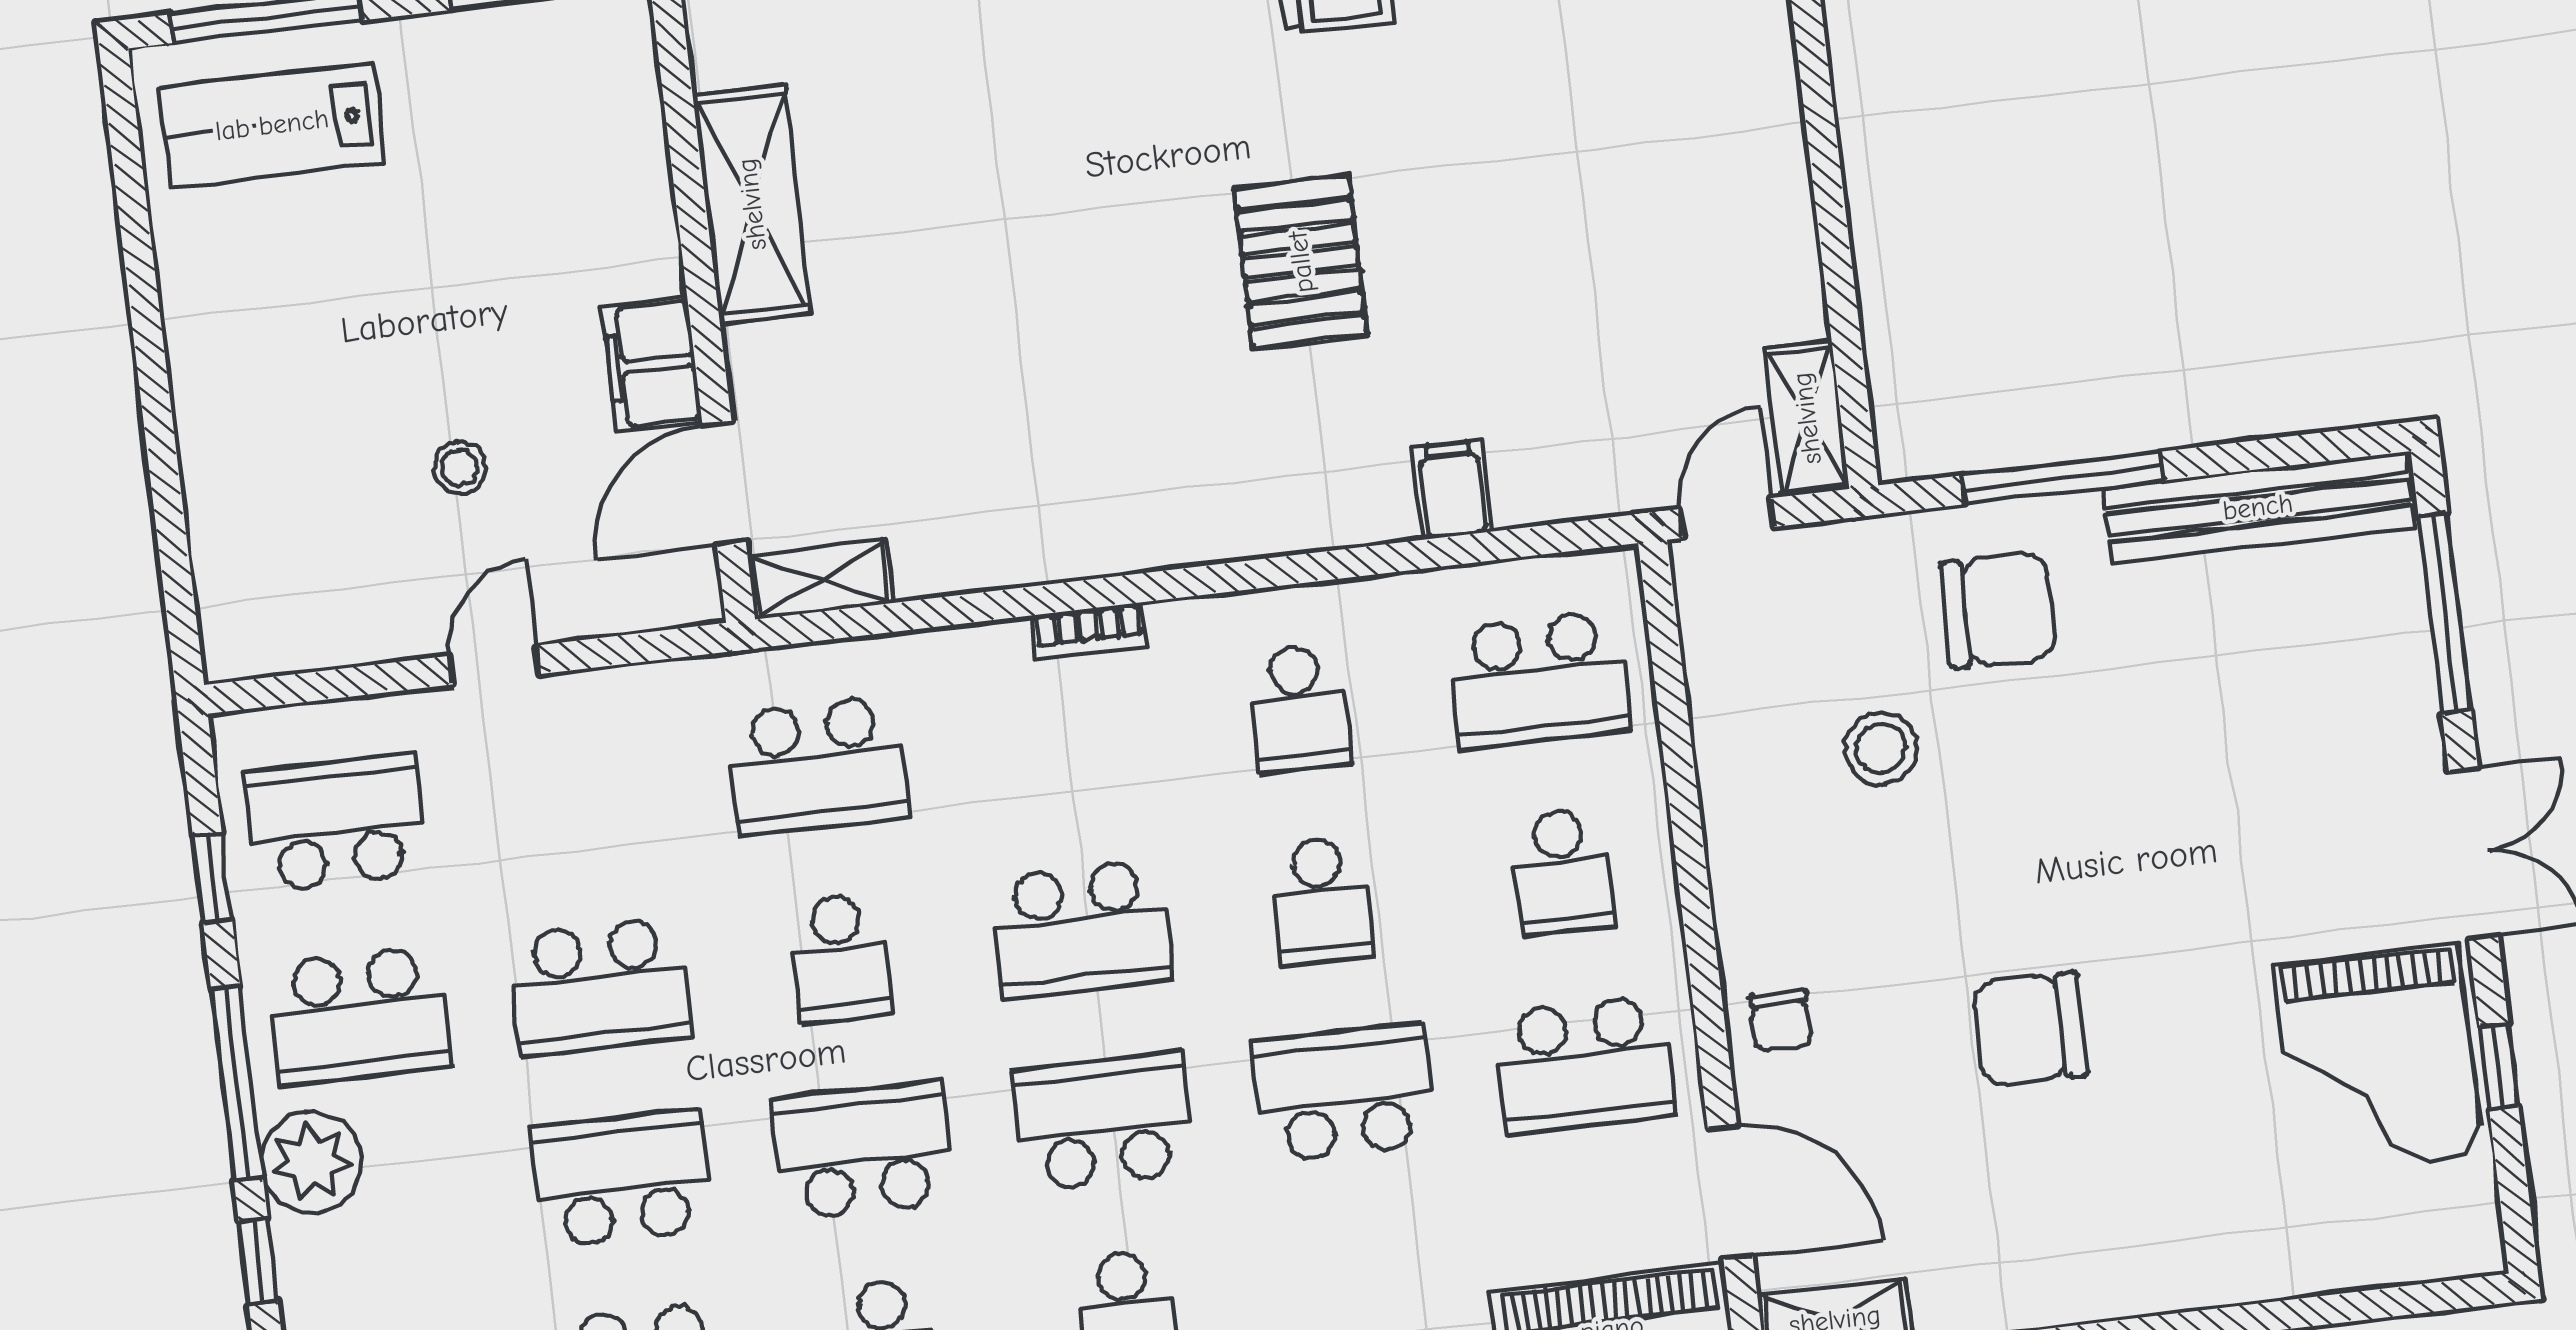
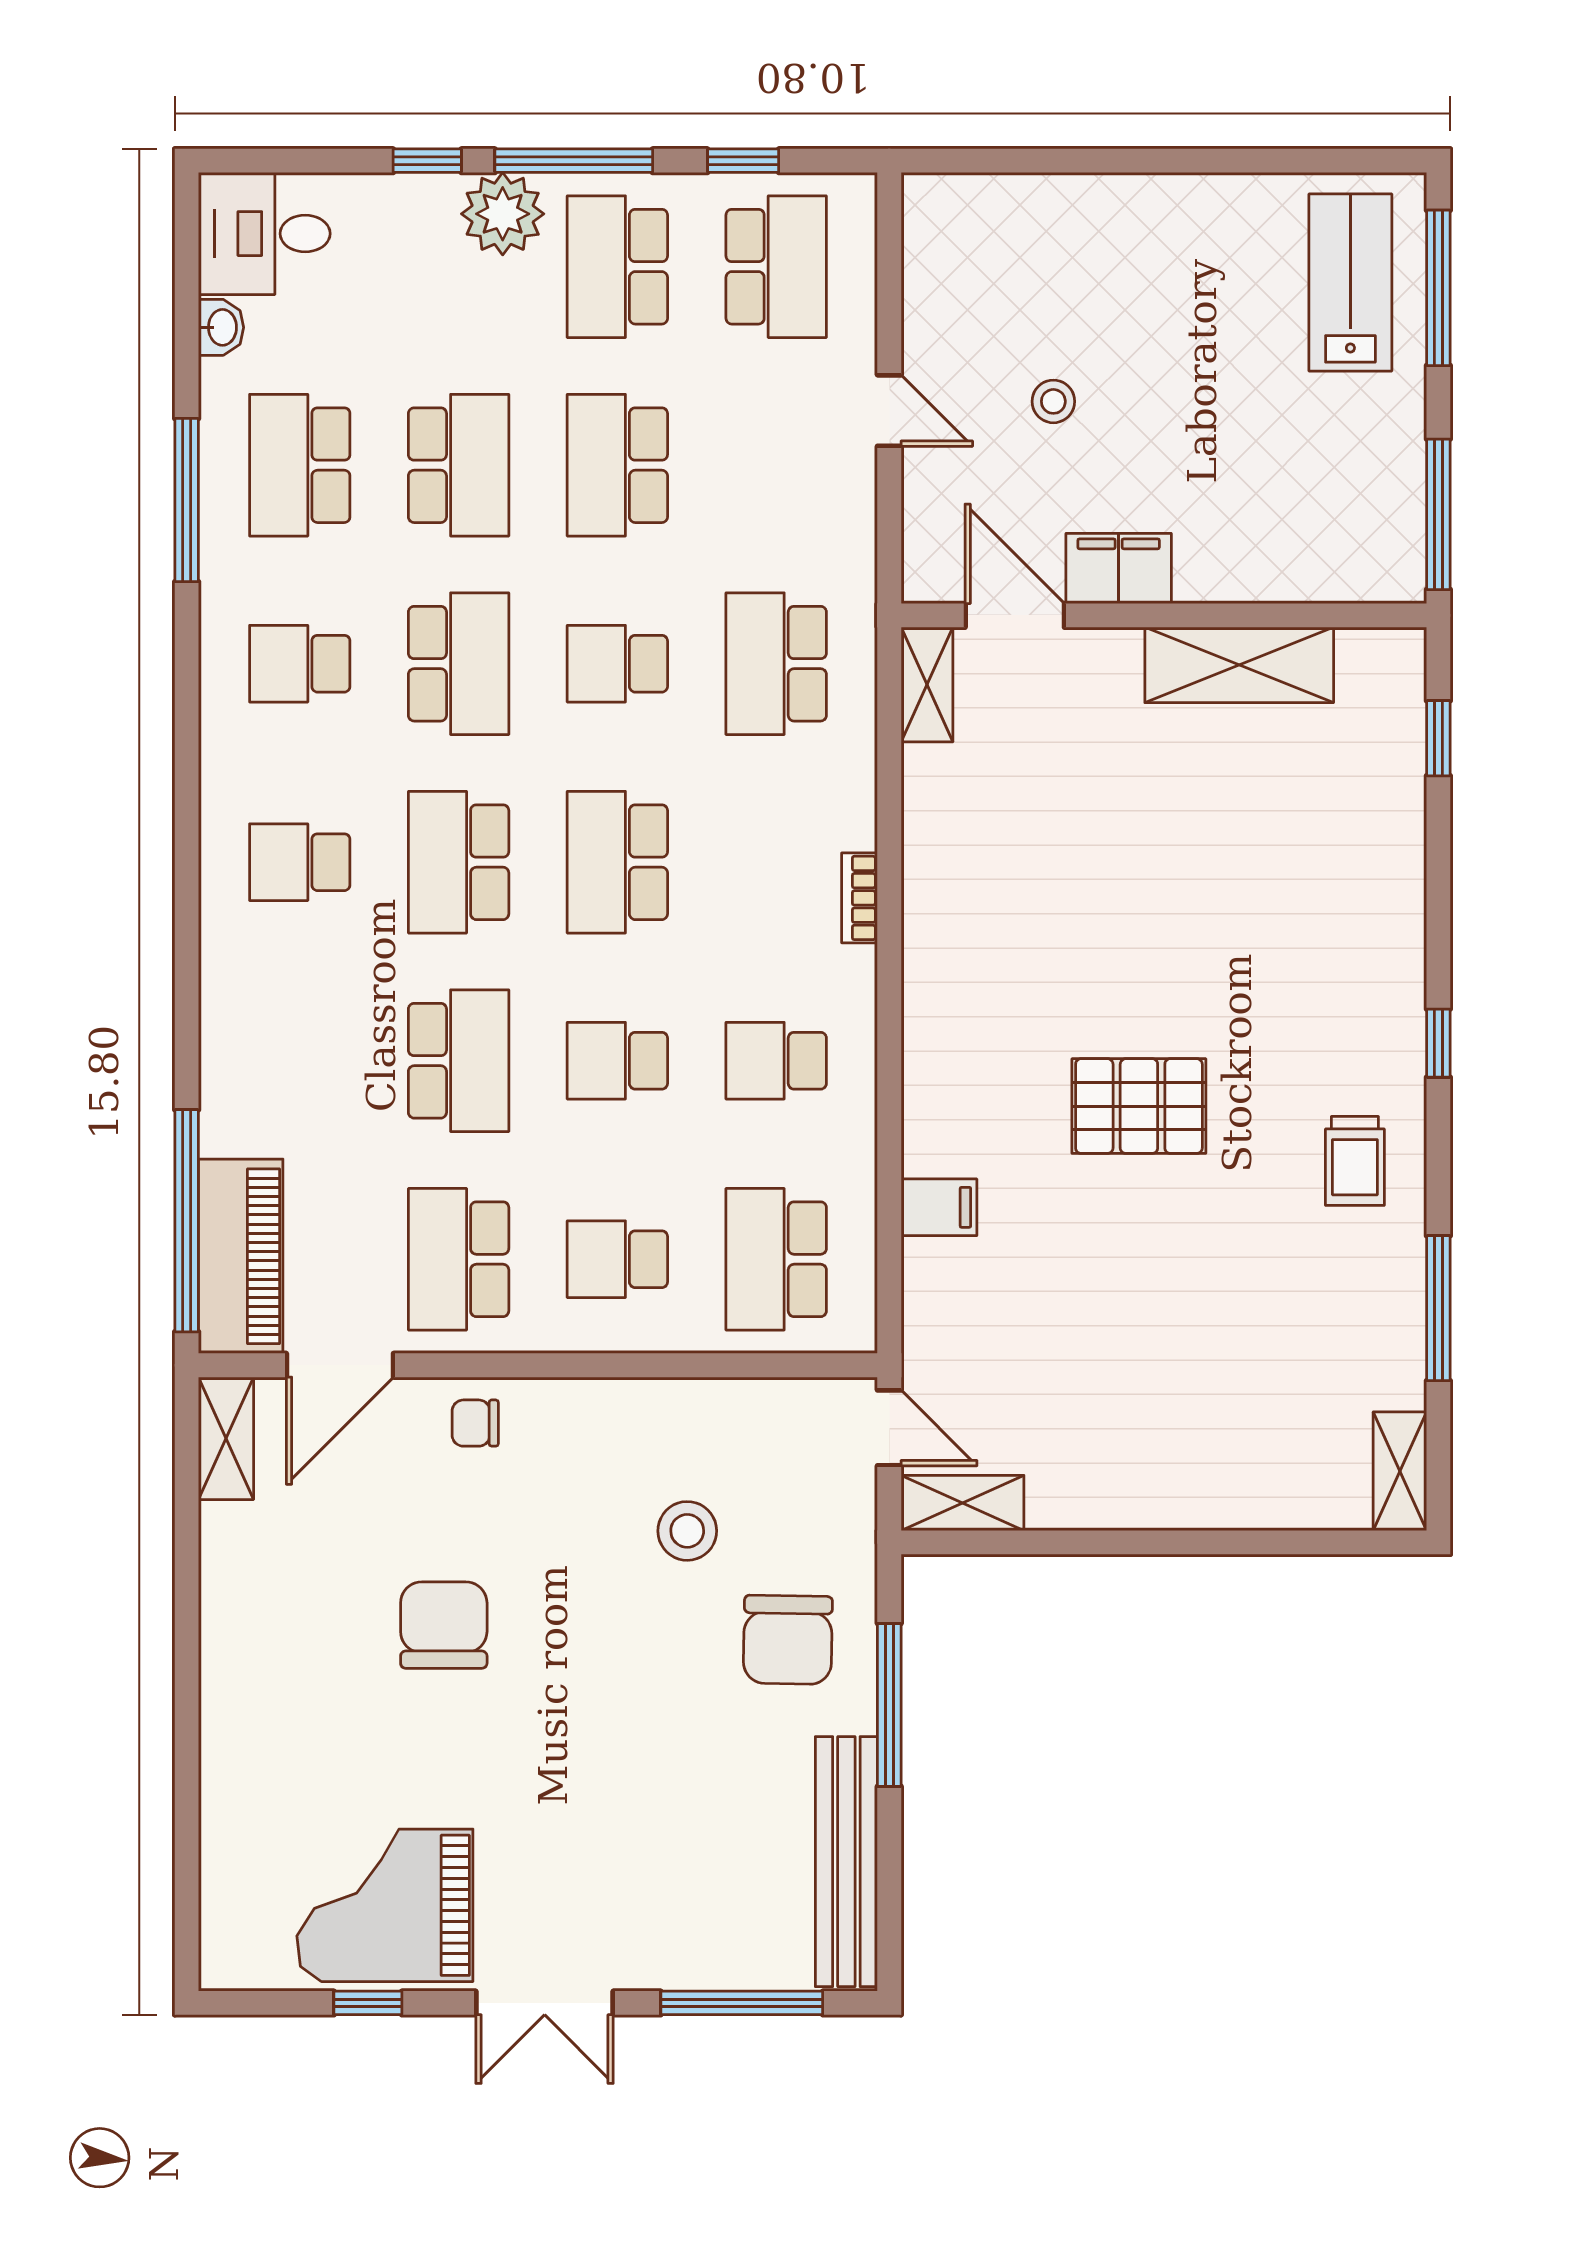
school desk: (1104, 1122) -> (459, 862), turned 180

